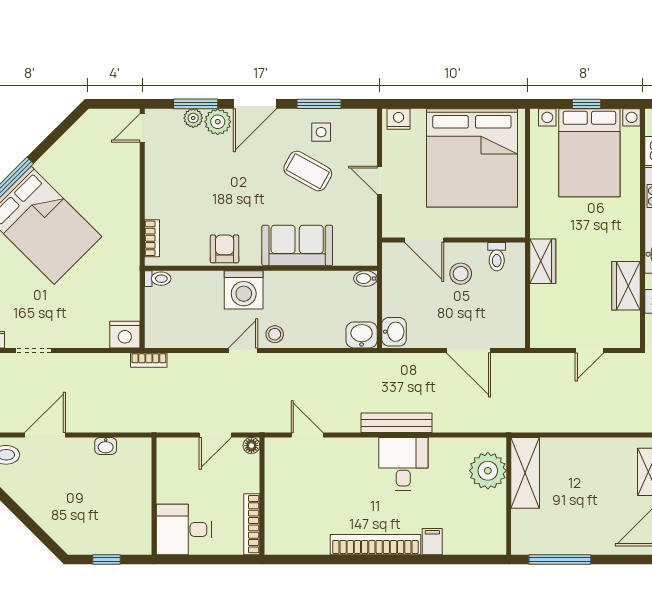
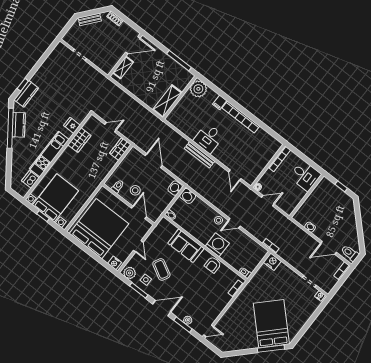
plant: (218, 122) -> (130, 273), moved
wardrobe: (543, 261) -> (120, 149), moved
plant: (488, 471) -> (198, 89), moved

